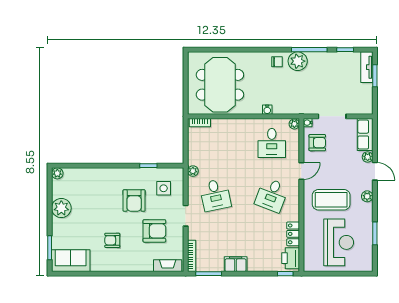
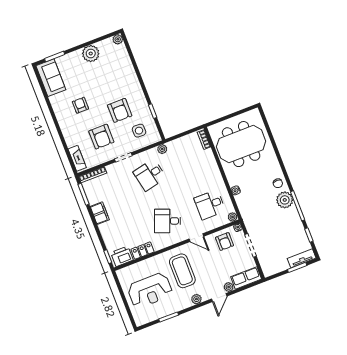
armchair: (134, 201) -> (120, 110), turned -90

